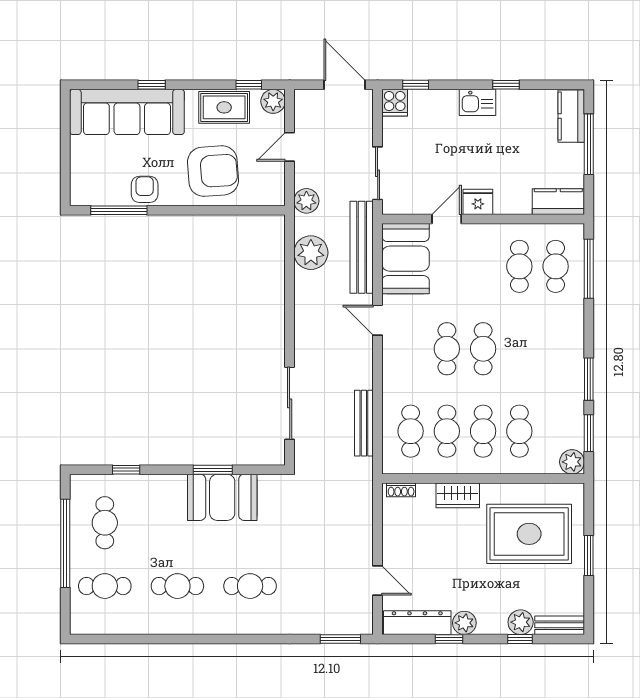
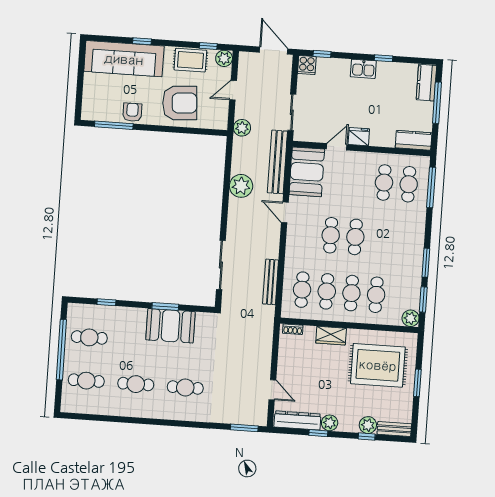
plant: (311, 253) -> (241, 186), moved
cafe table: (105, 523) -> (89, 337), turned 90

